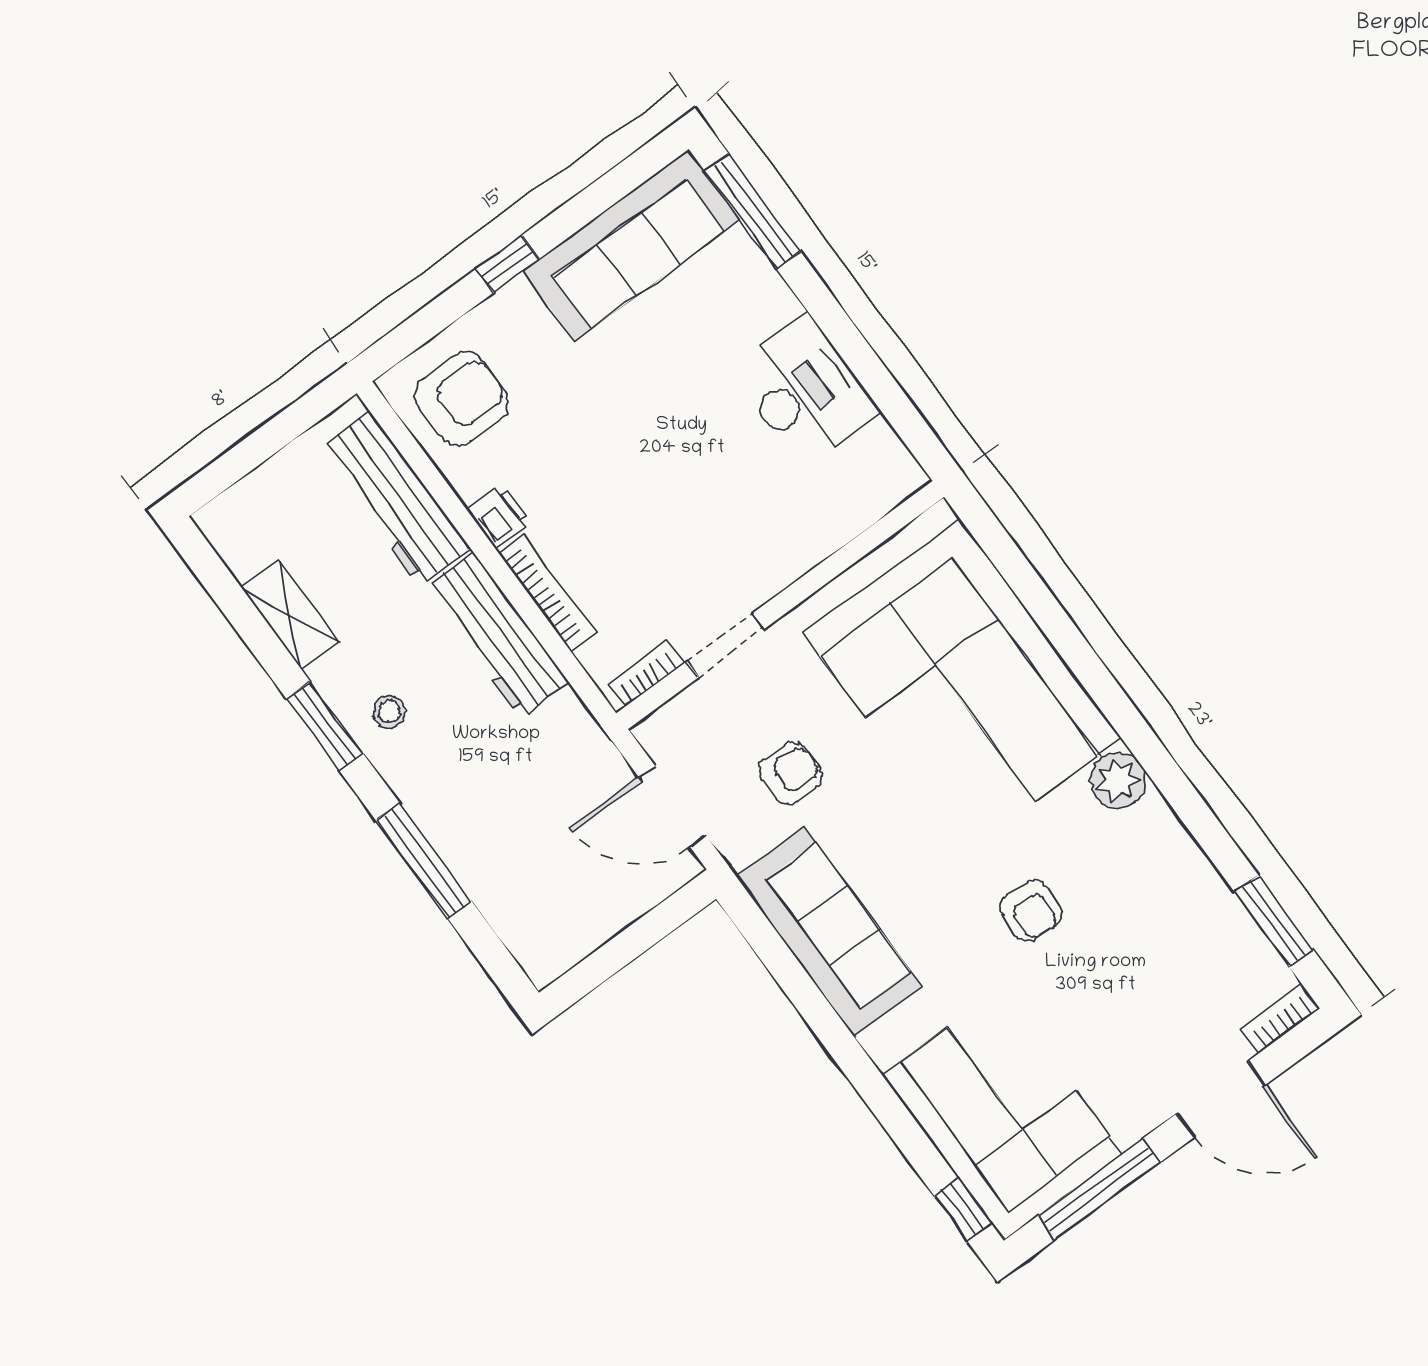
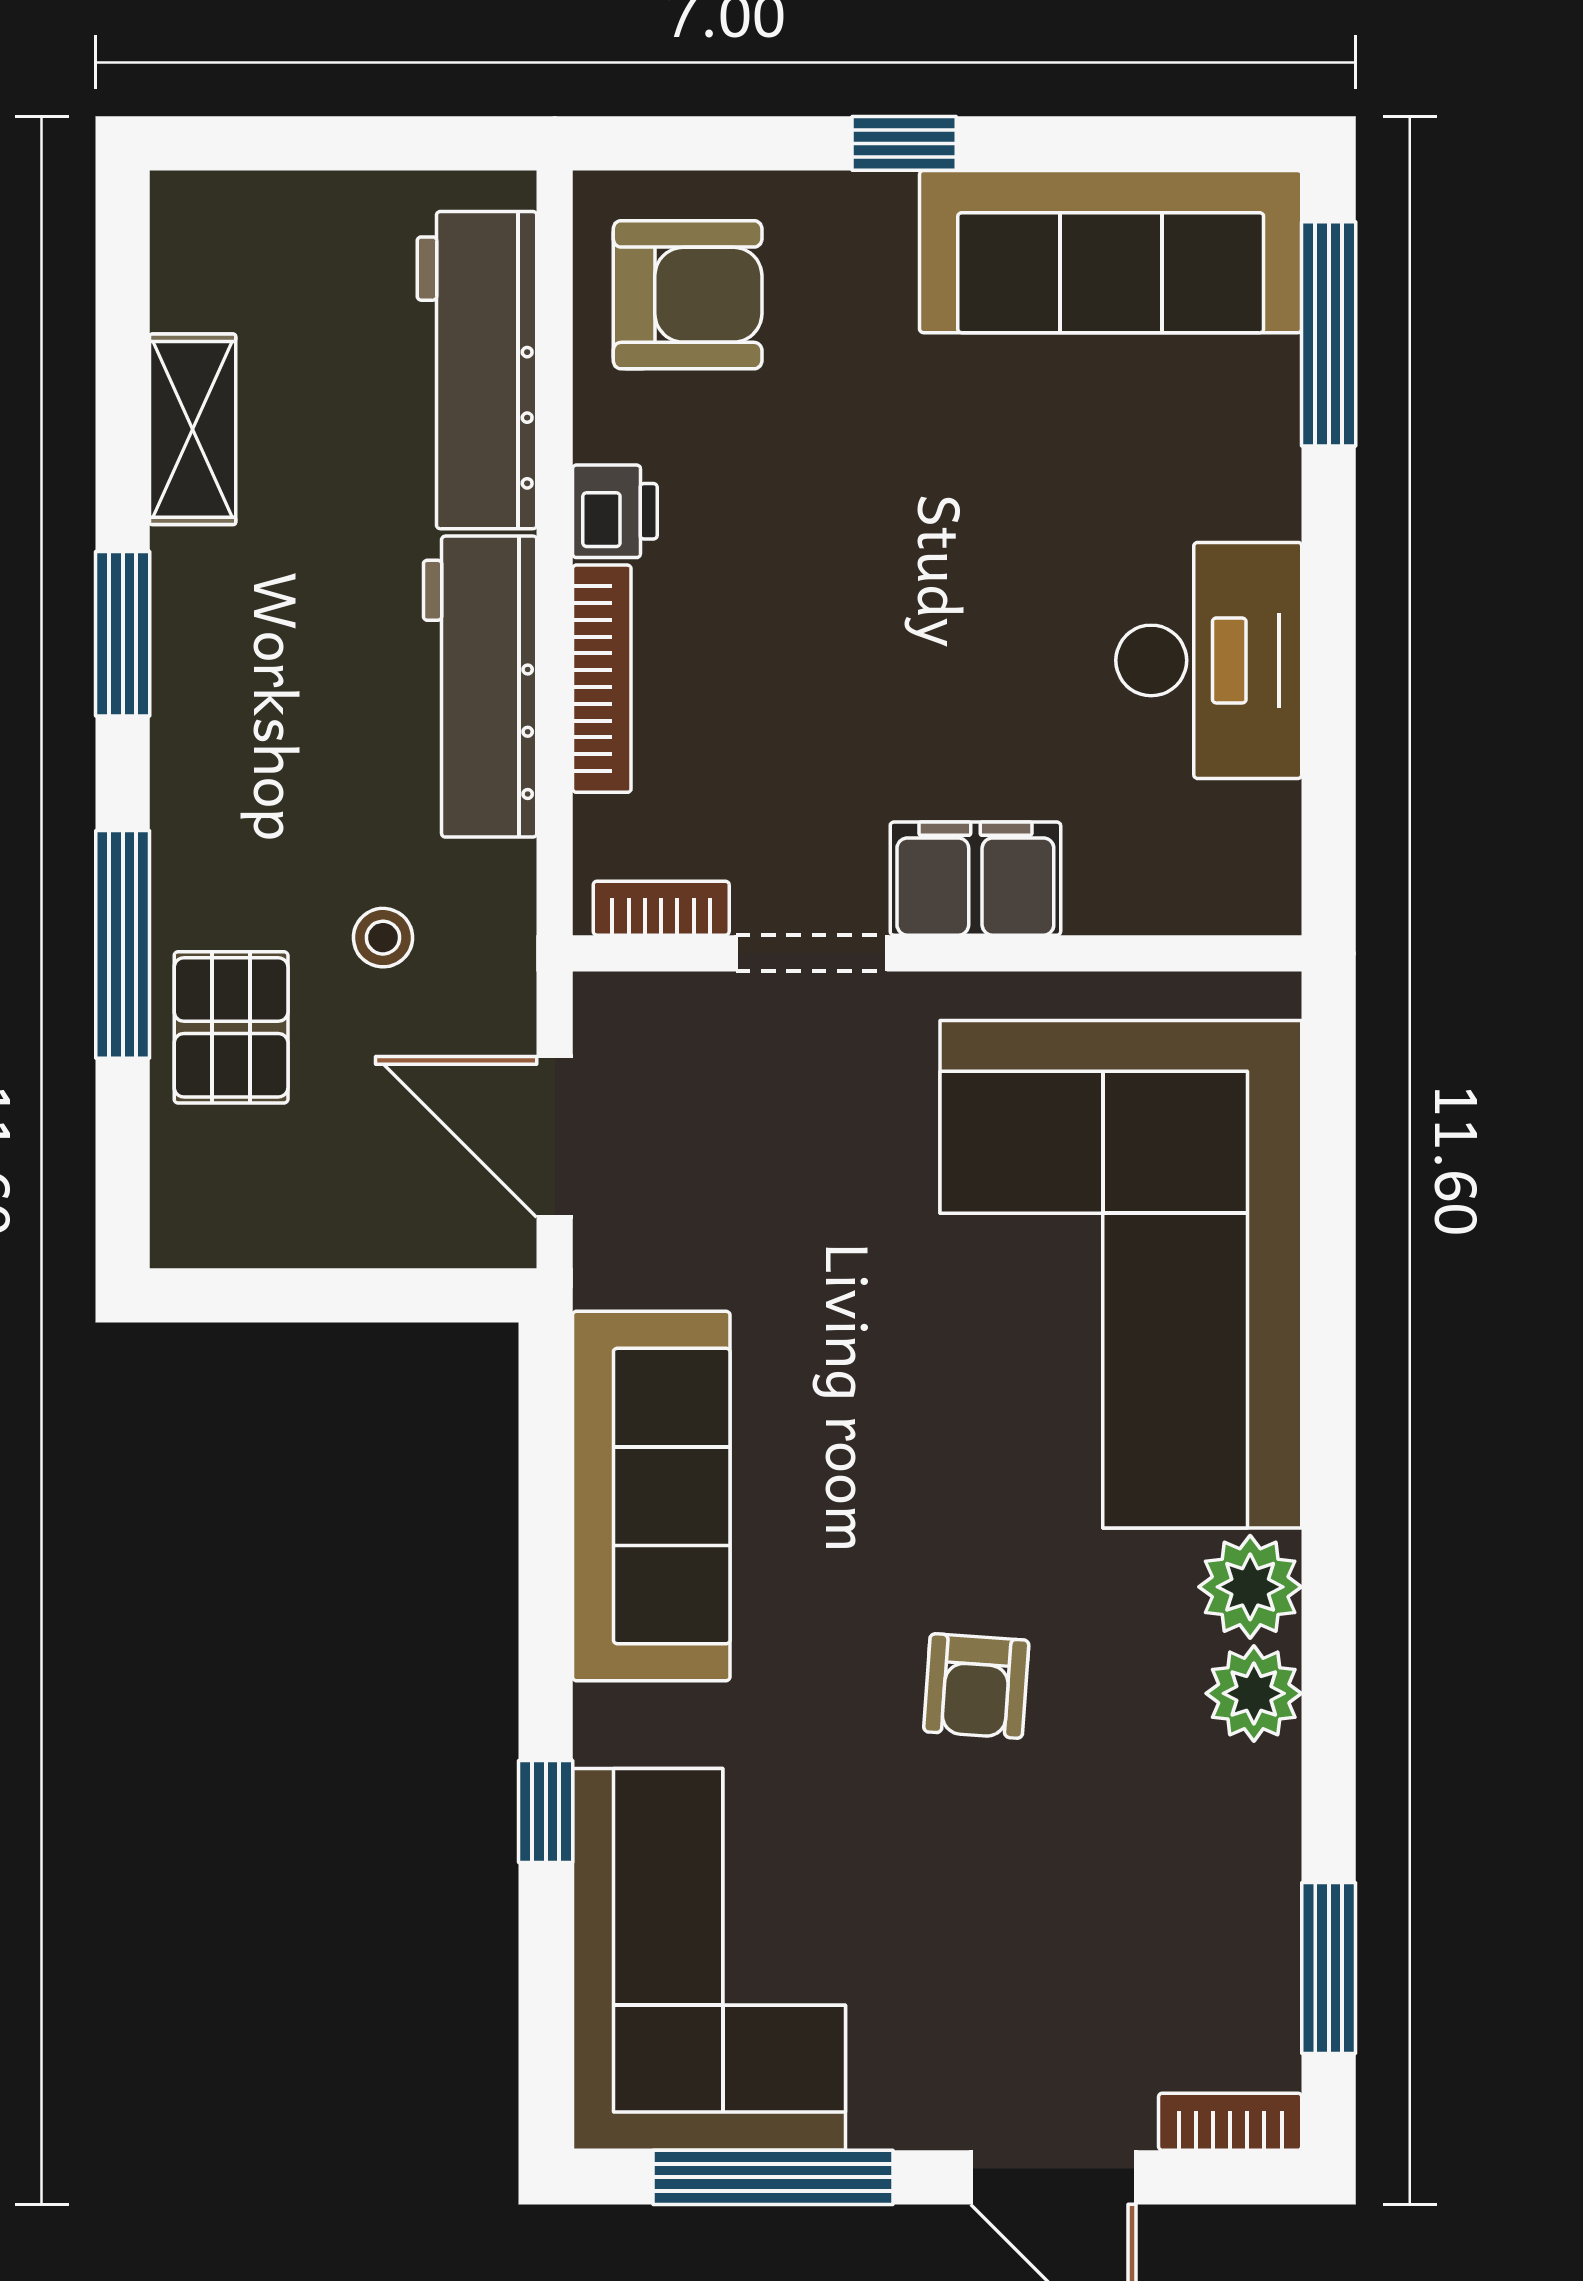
filing cabinet: (773, 560) -> (975, 879), added
stool: (389, 712) -> (383, 938), moved
armchair: (791, 773) -> (768, 1216), removed
plant: (1154, 825) -> (1254, 1693), added
pallet: (497, 862) -> (231, 1027), added
window: (963, 1210) -> (546, 1812), moved

